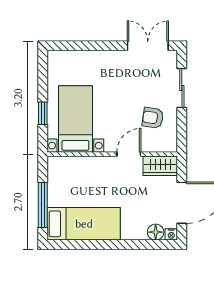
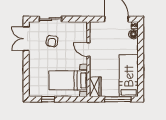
window: (43, 113) -> (48, 99), moved
armchair: (153, 118) -> (52, 41), moved
wardrobe: (160, 166) -> (95, 87), moved

